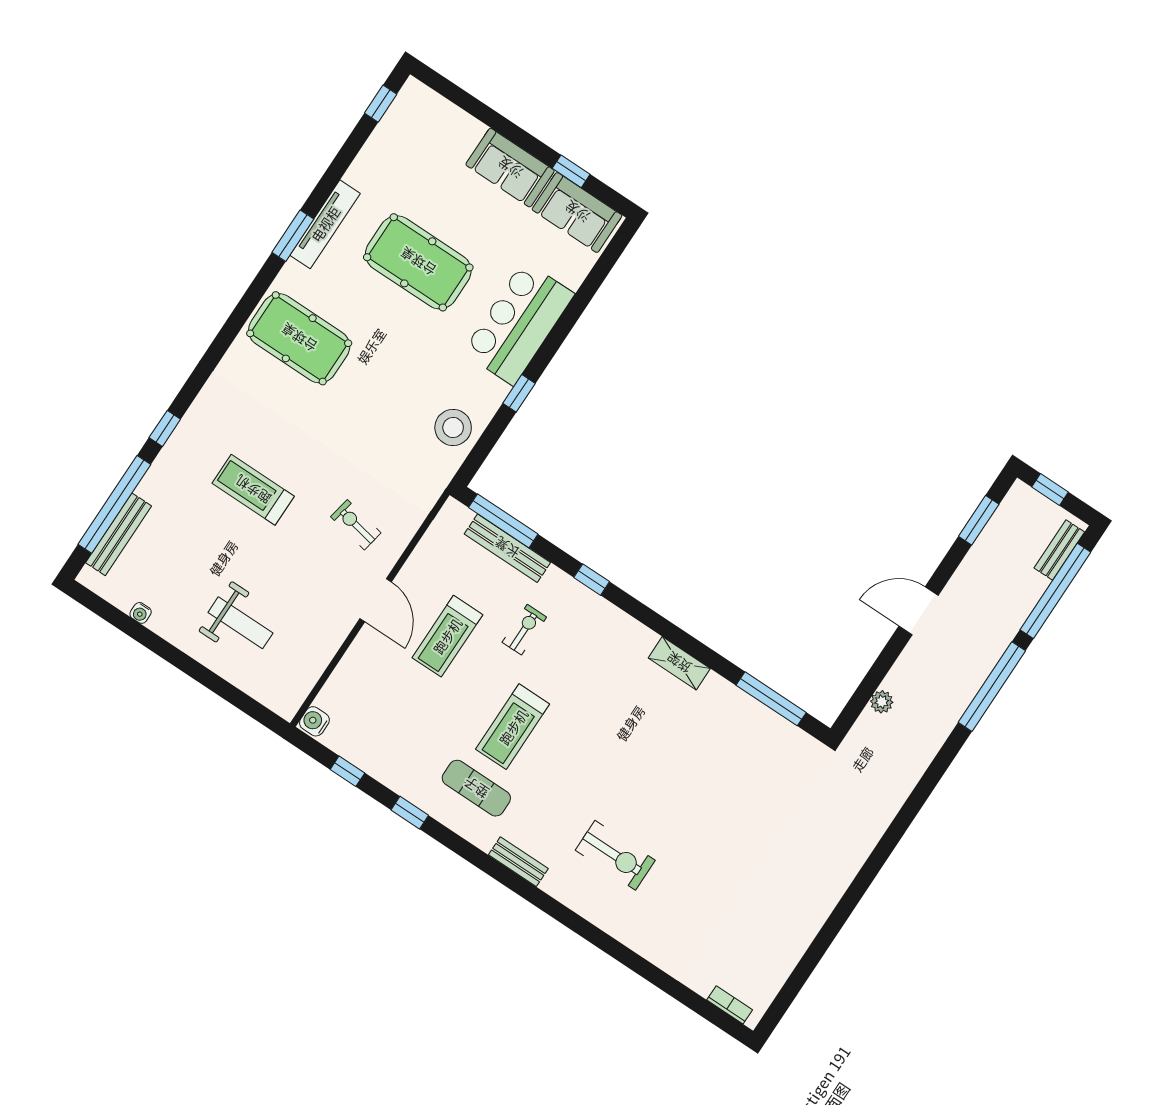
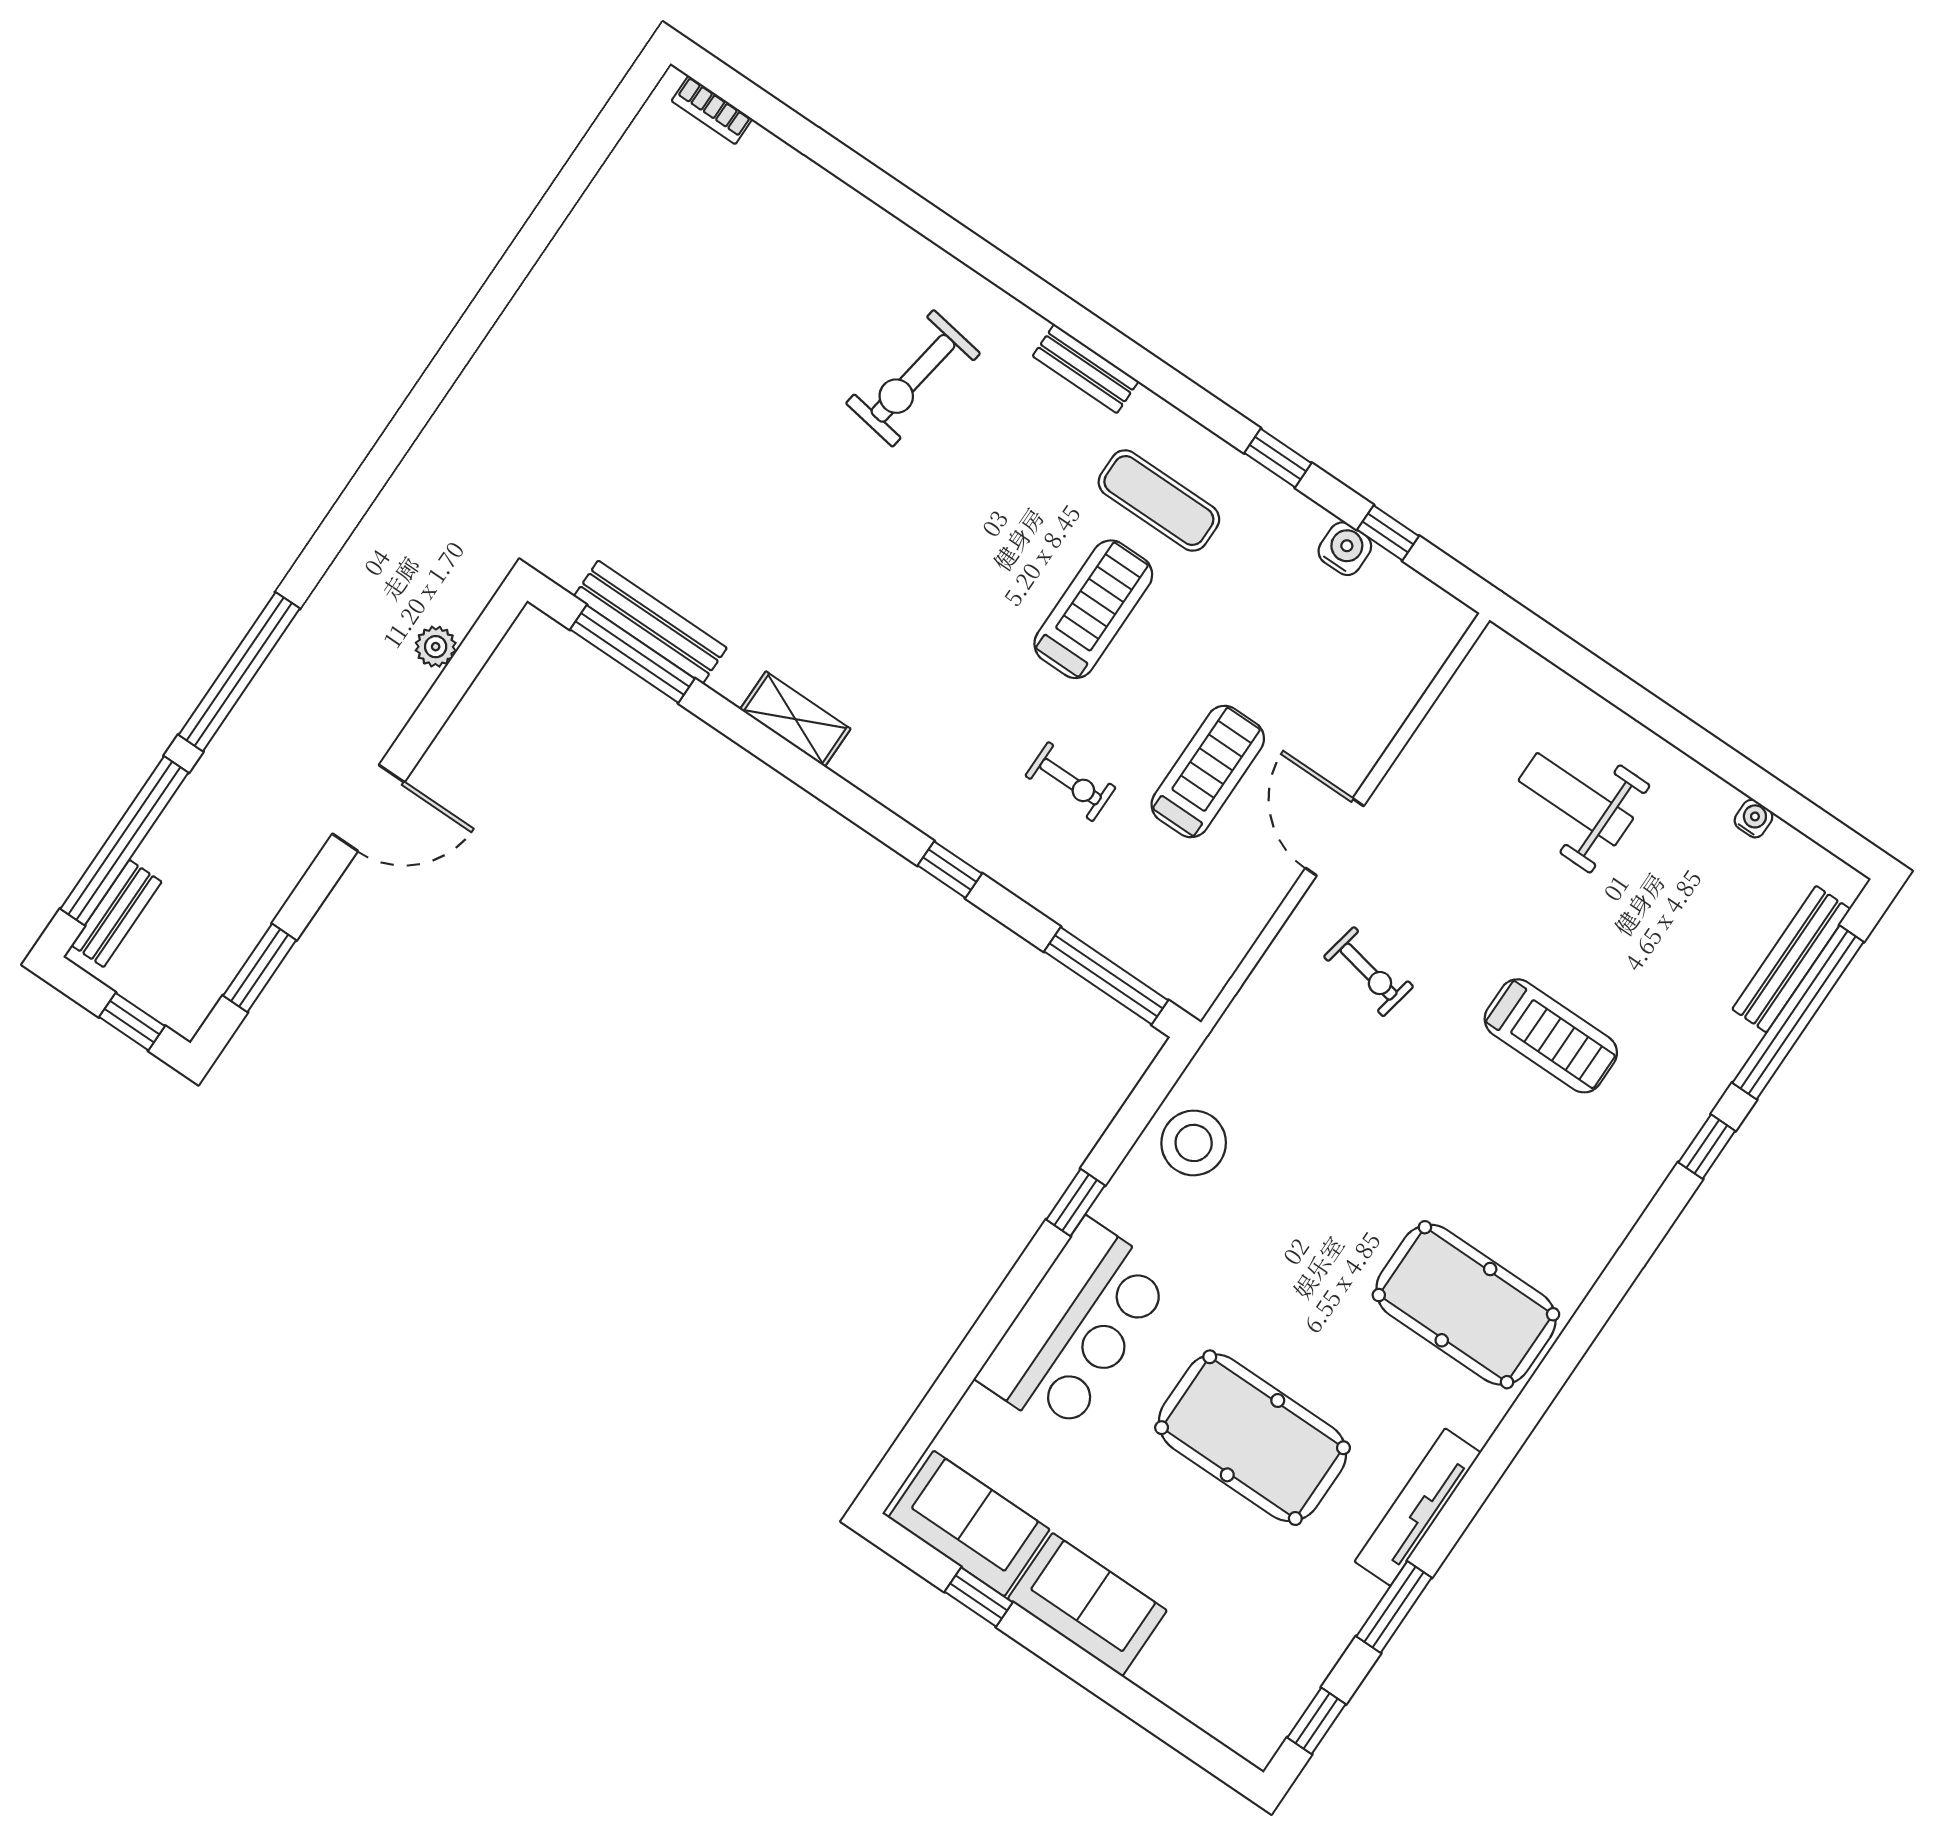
window: (293, 236) -> (1394, 1607), moved
bench: (507, 548) -> (650, 622), moved
exercise bike: (524, 630) -> (1070, 782), turned -90
water cooler: (314, 721) -> (1345, 549), moved, turned -90
exercise bike: (615, 855) -> (913, 378), turned -81

